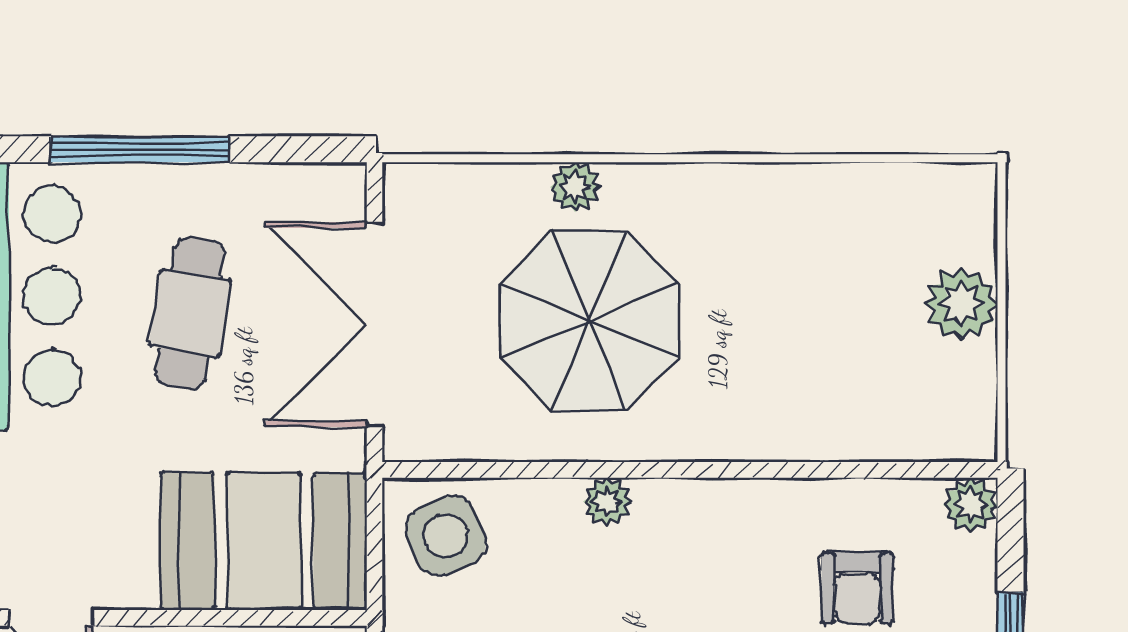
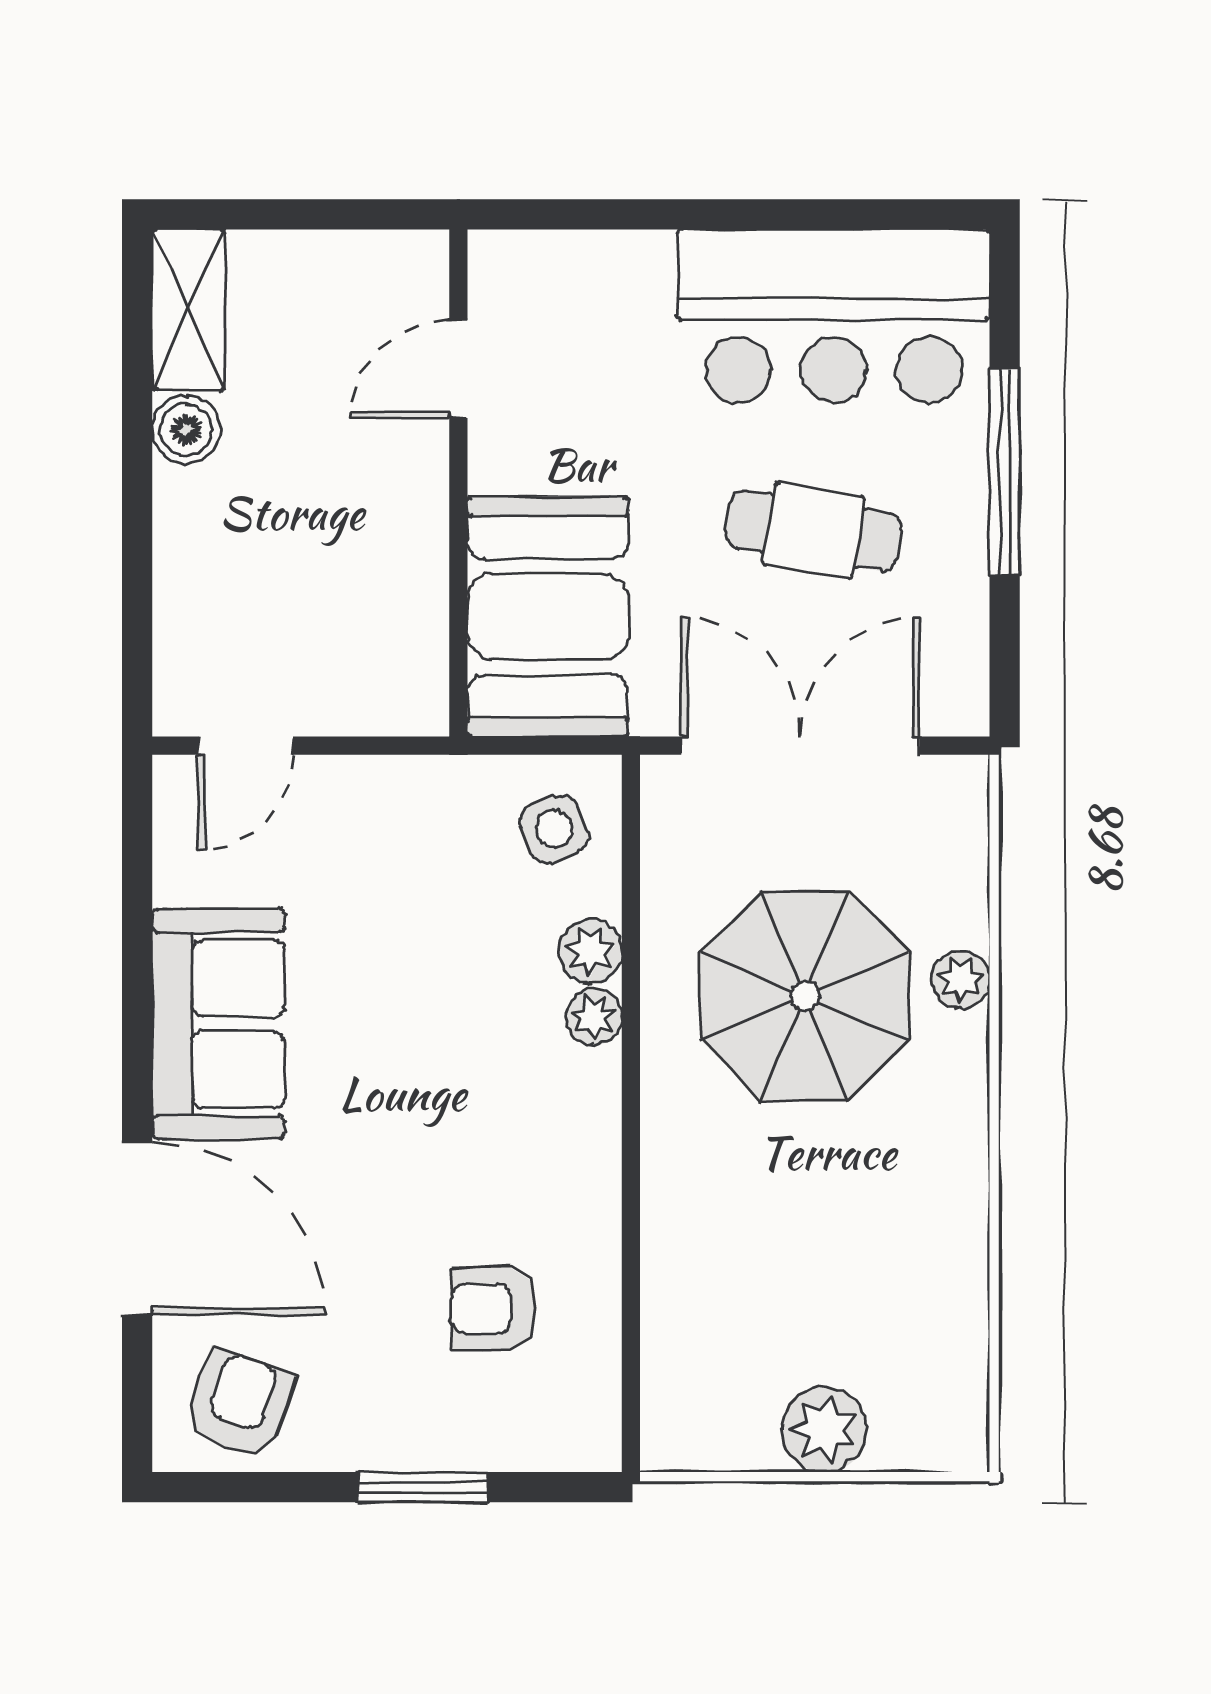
plant: (970, 505) -> (590, 951), moved
side table: (446, 536) -> (554, 829), width x0.73, depth x0.73

